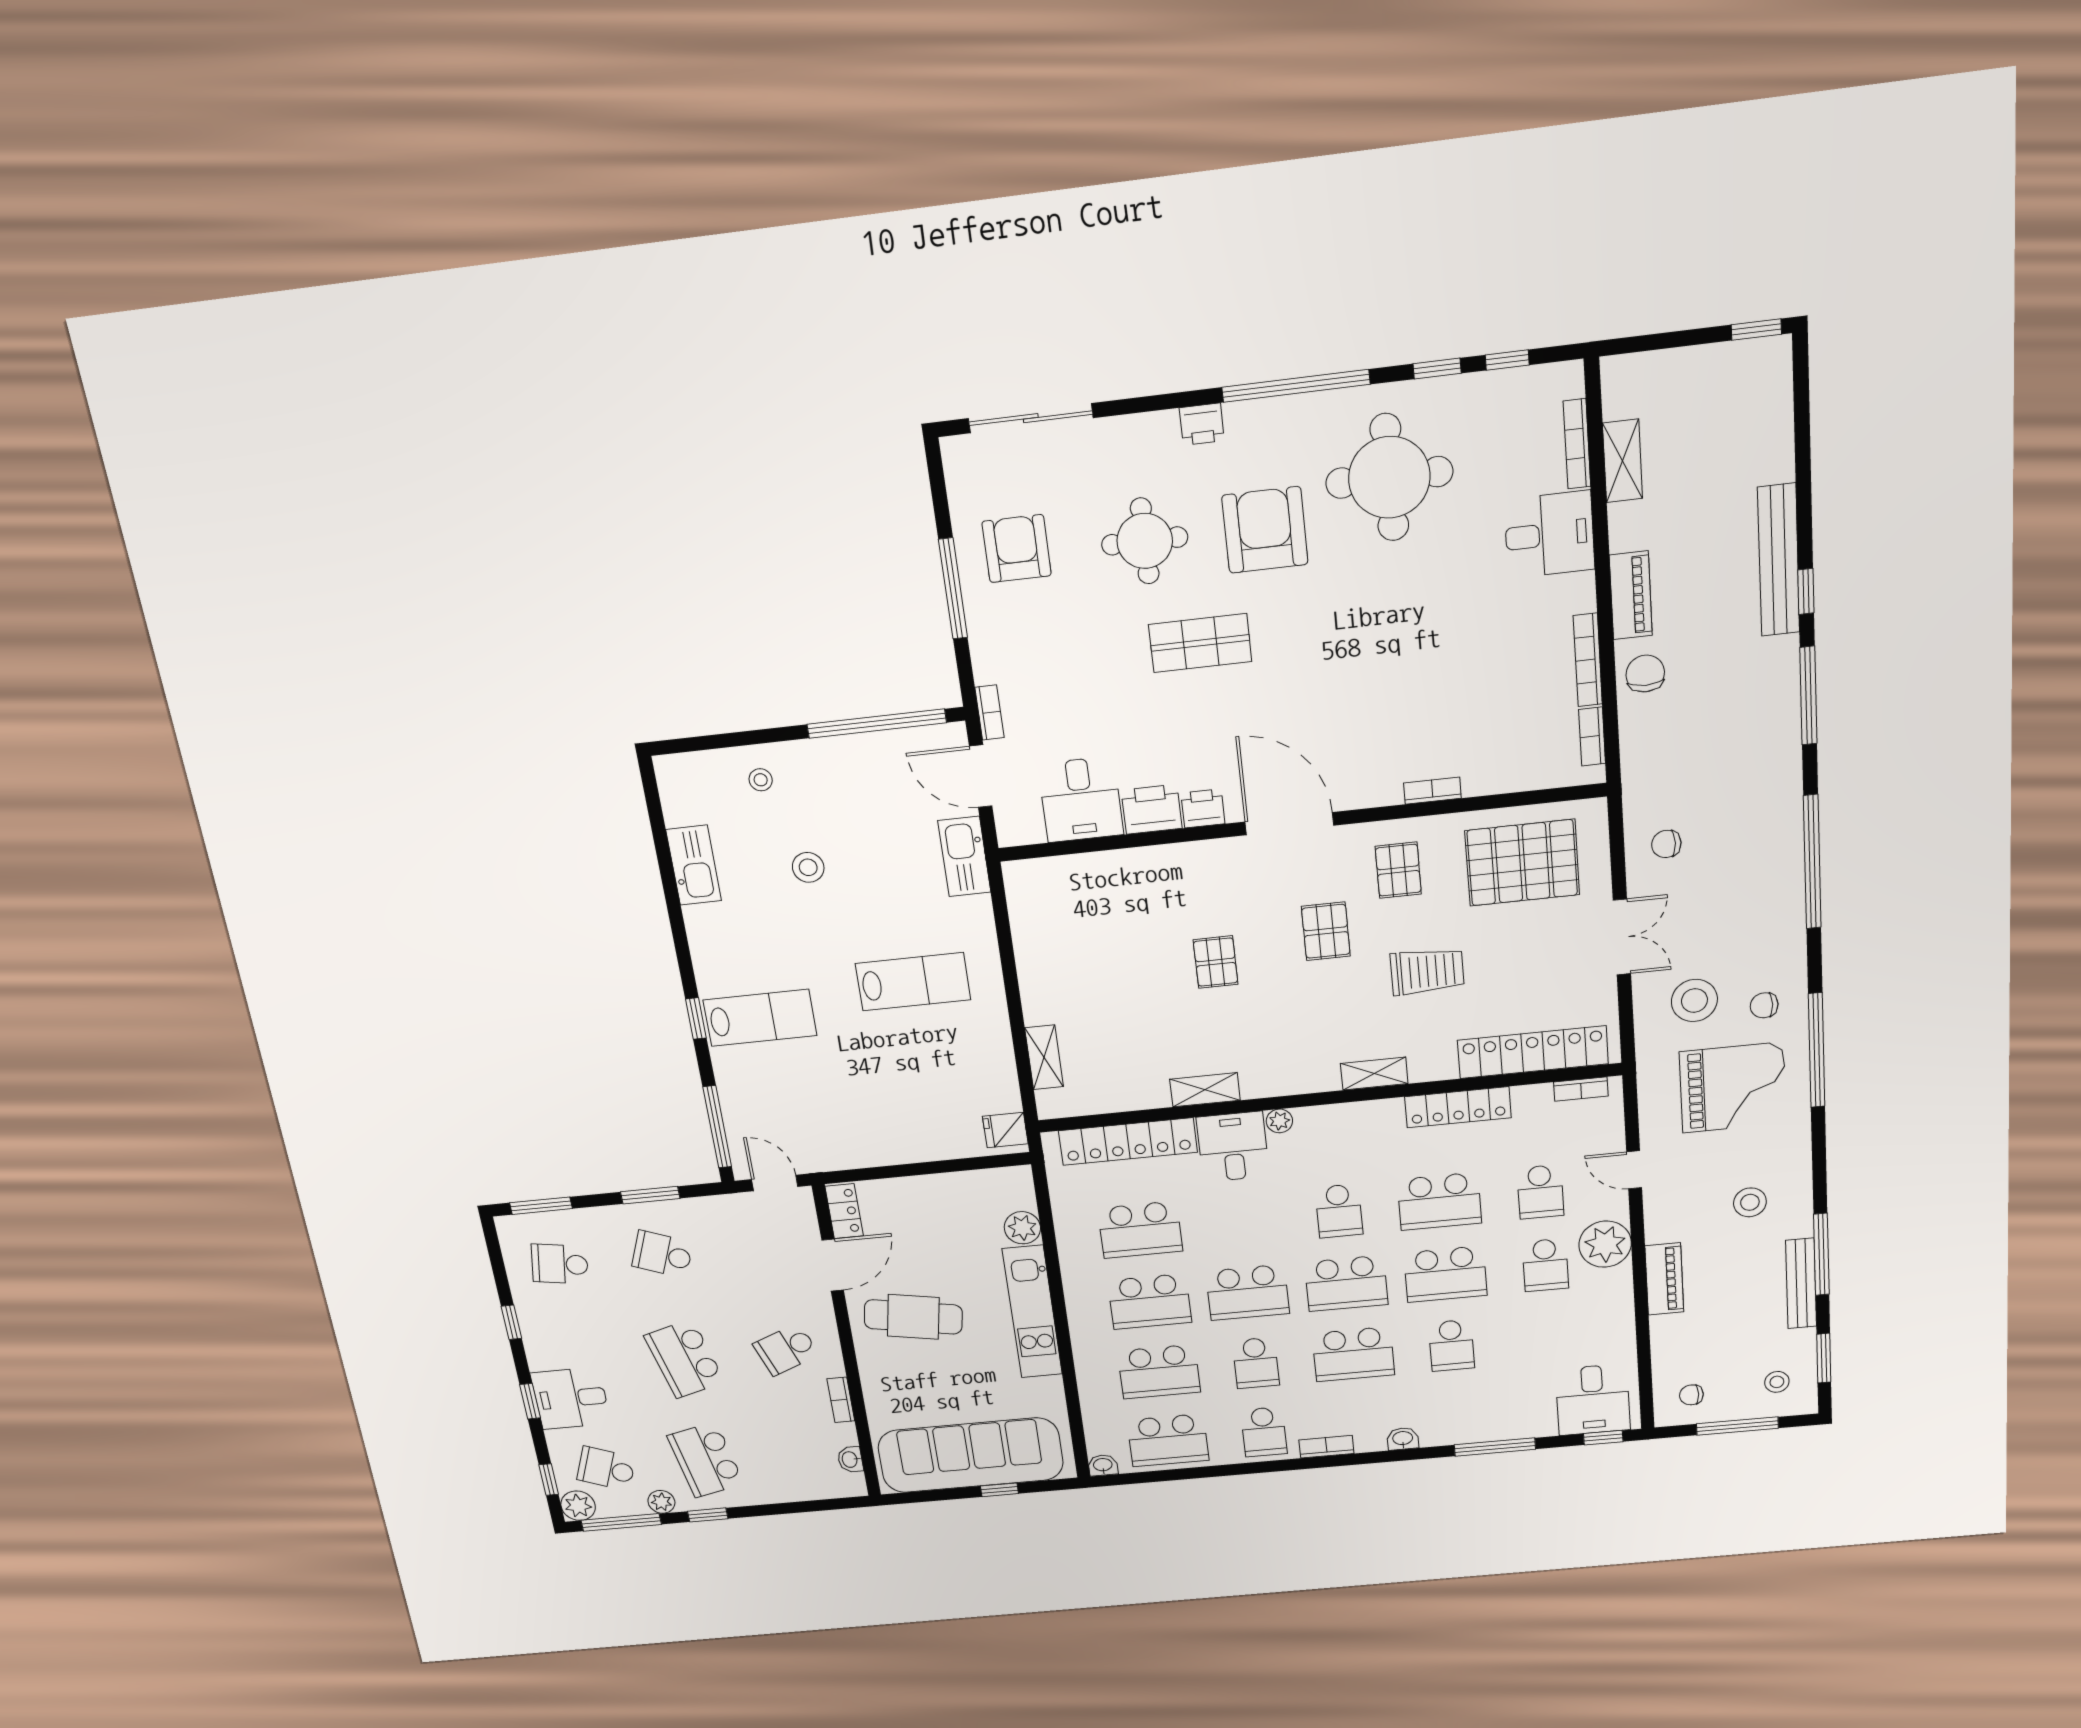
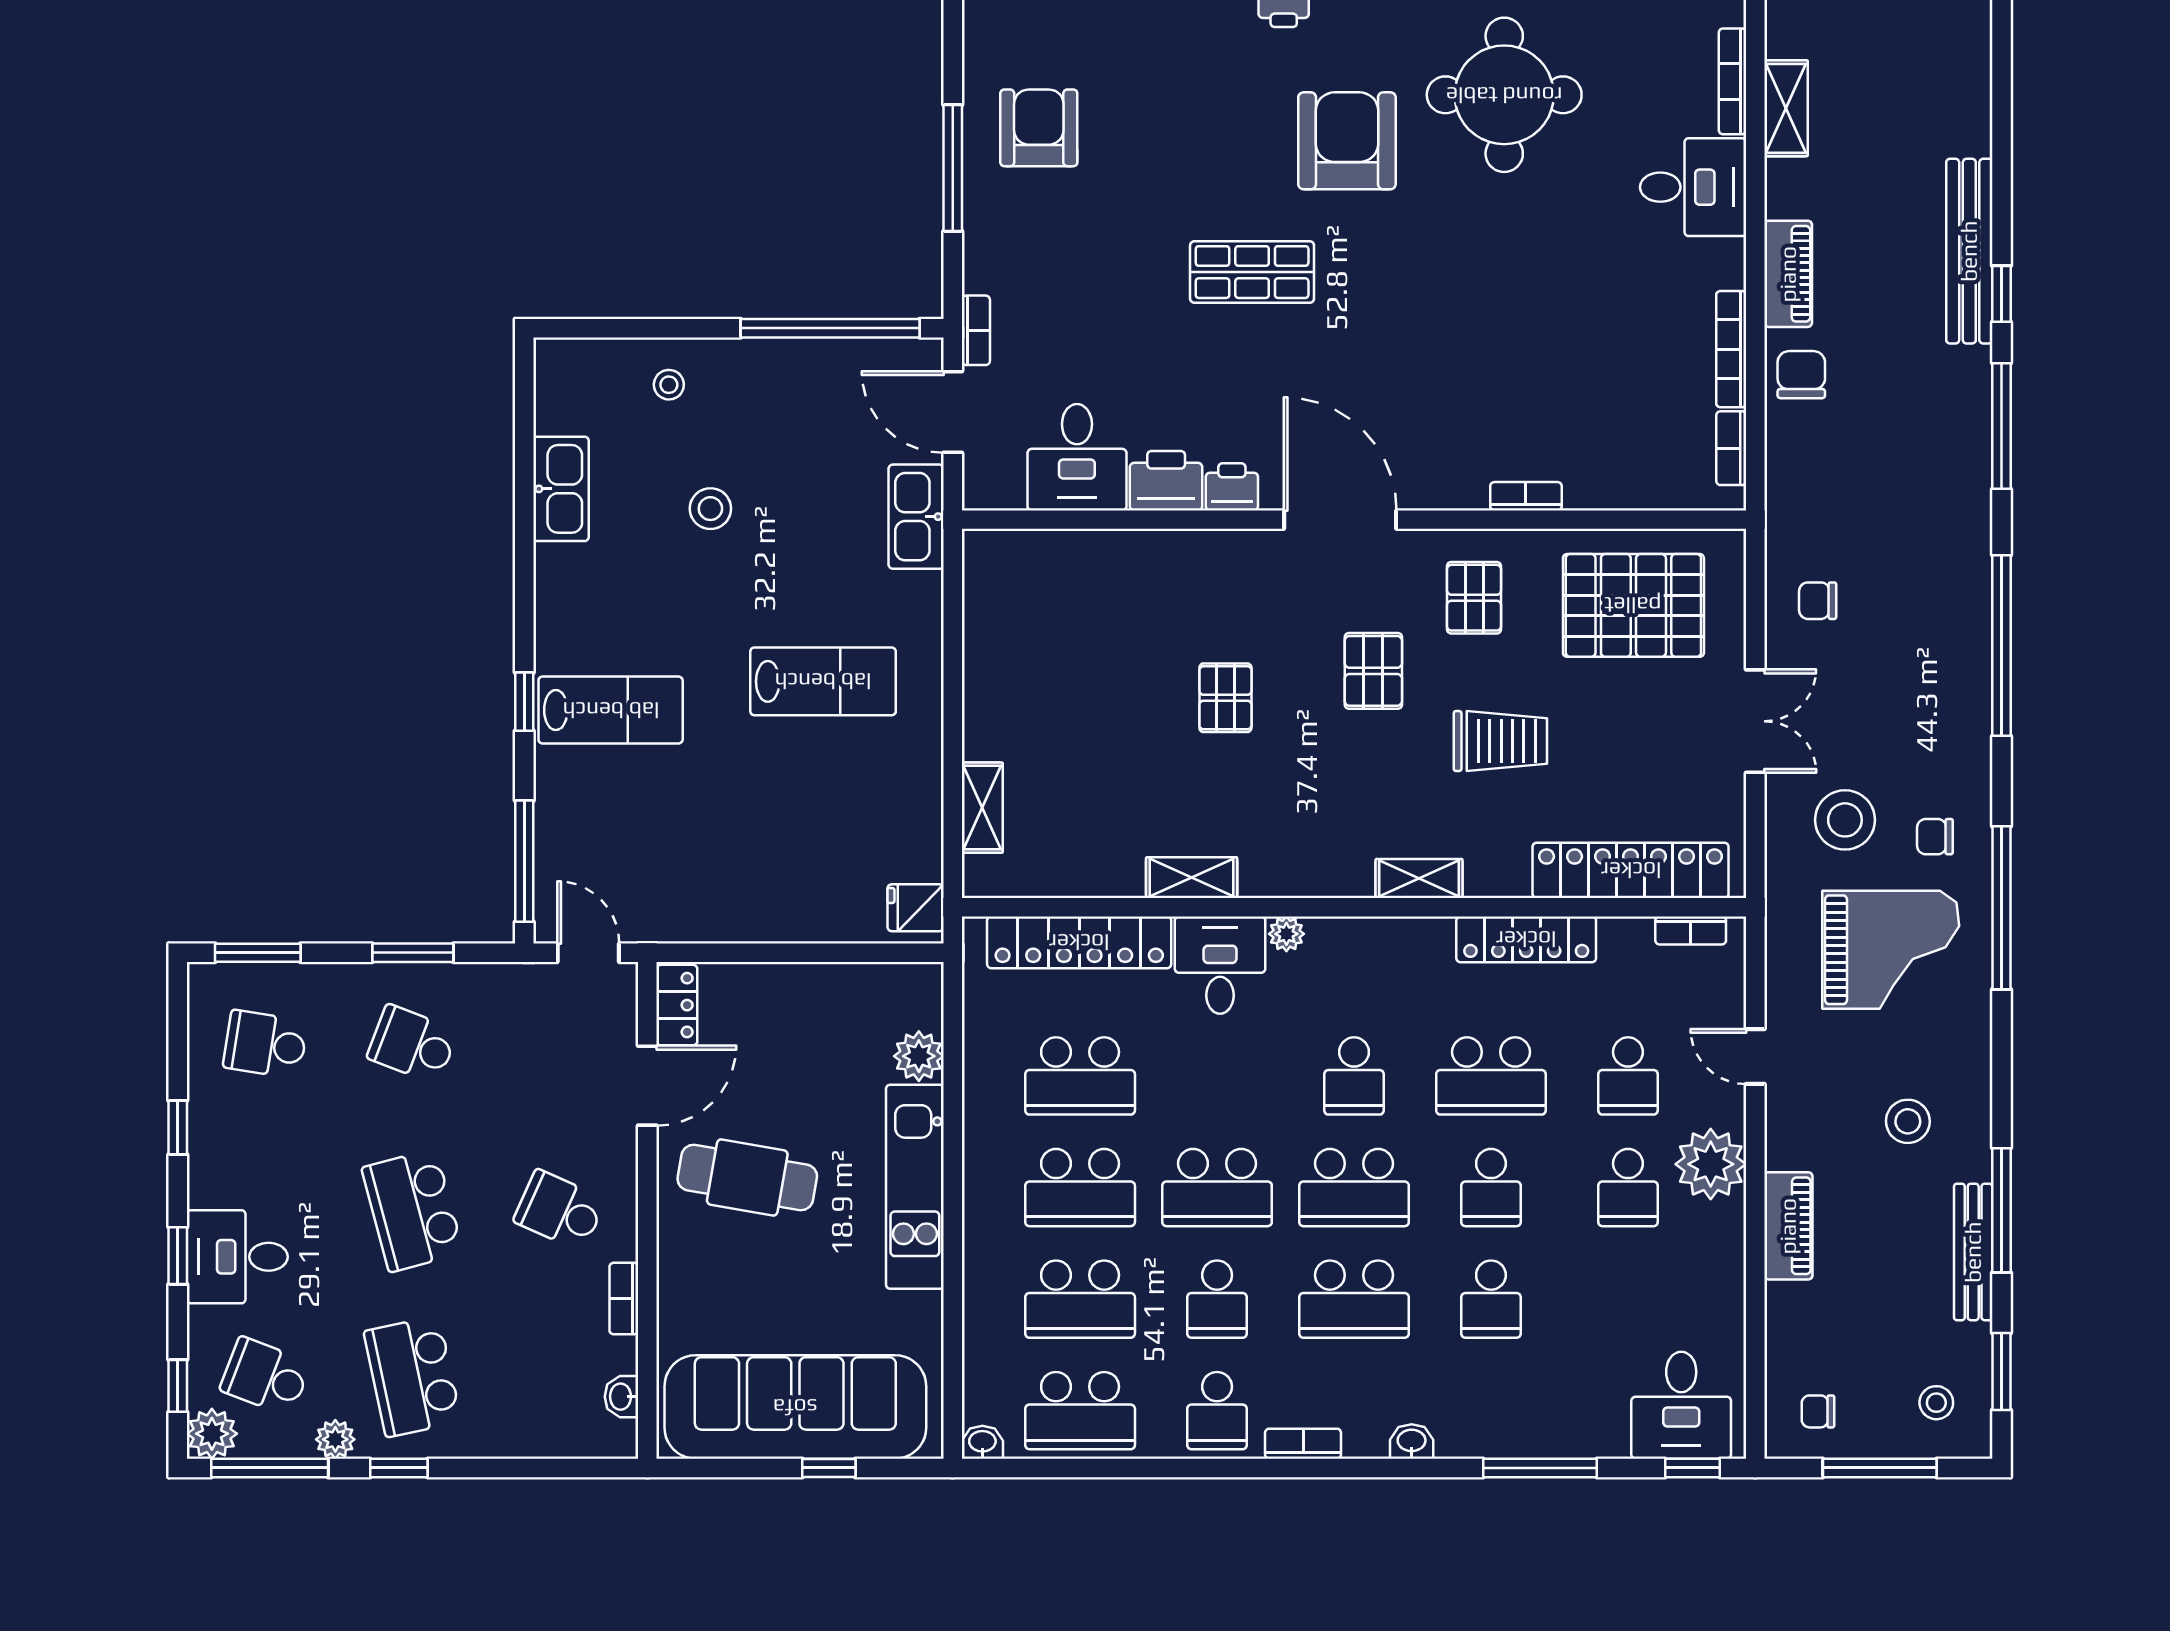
round table: (1145, 541) -> (1198, 137), removed
school desk: (1445, 1274) -> (1491, 1188), width x0.54
school desk: (786, 1349) -> (560, 1210), turned 45

